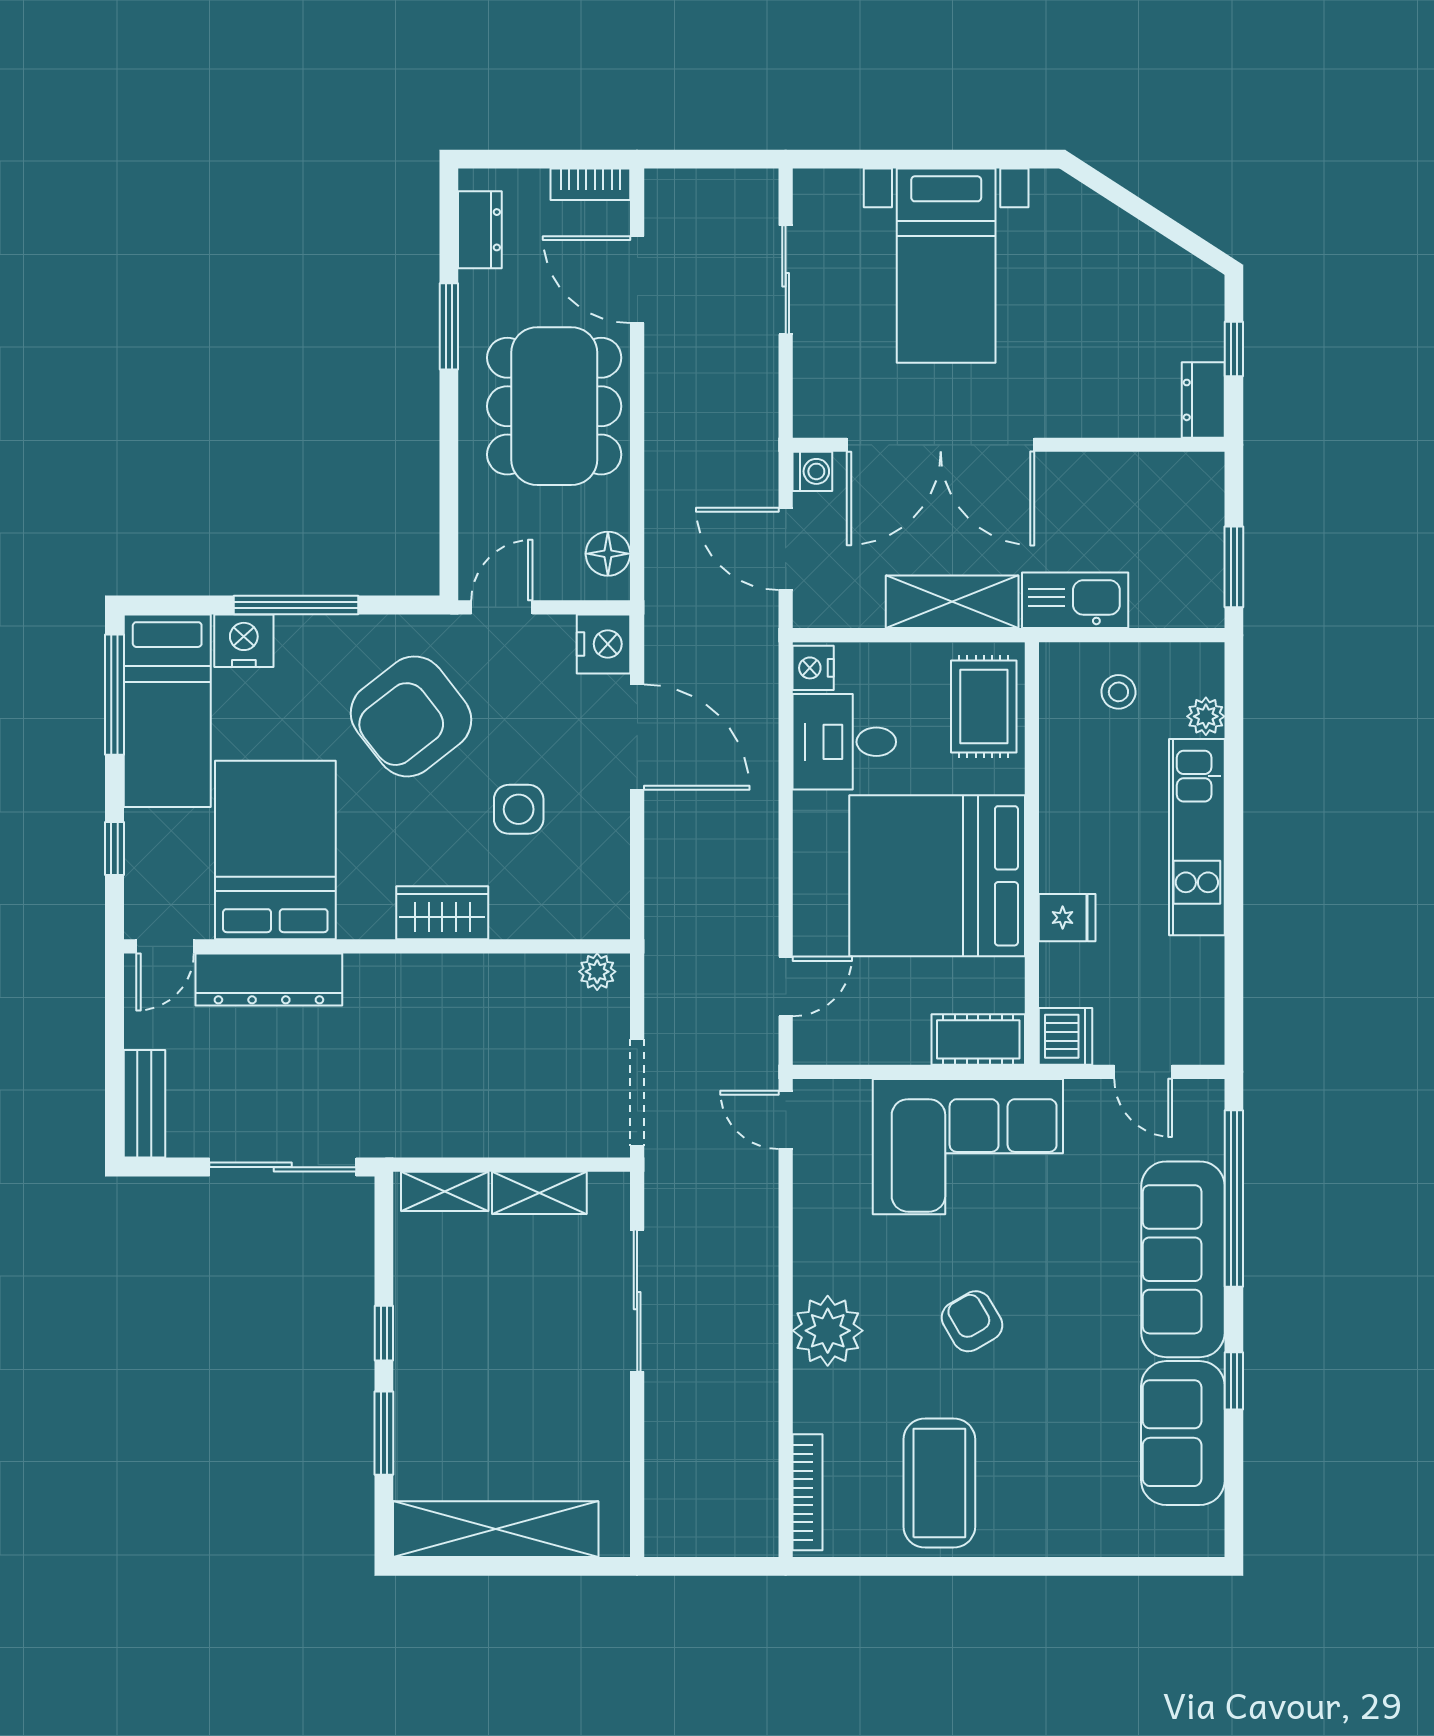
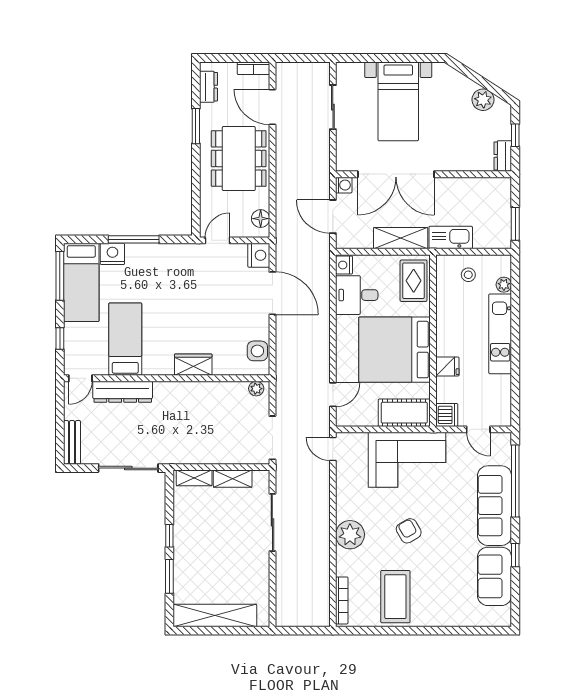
plant: (1155, 262) -> (483, 100), added
armchair: (411, 716) -> (180, 285), removed
side table: (519, 809) -> (257, 351), moved
bed: (275, 850) -> (125, 339), width x0.67
cot: (978, 1039) -> (404, 413), width x1.37, depth x1.34

